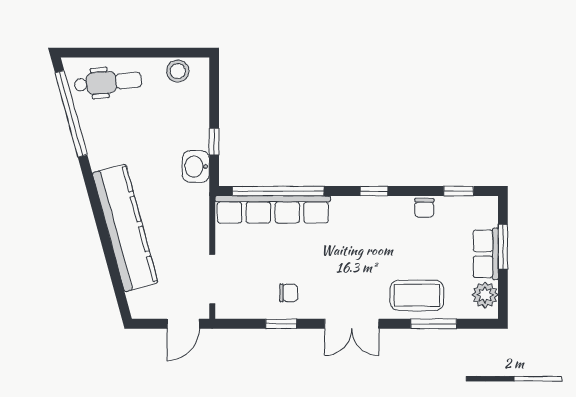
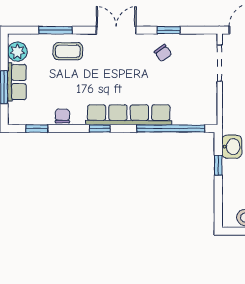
row of seats: (273, 209) -> (129, 115), moved
chair: (289, 293) -> (163, 53), turned -125
coffee table: (417, 295) -> (68, 51), width x0.73, depth x0.77

